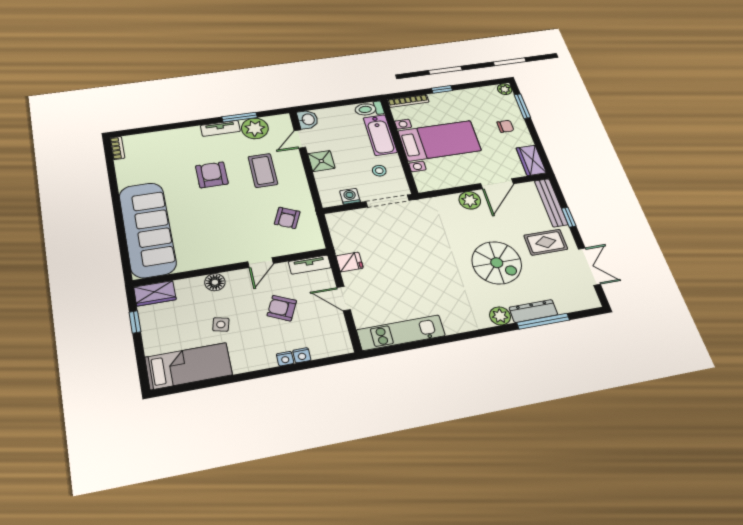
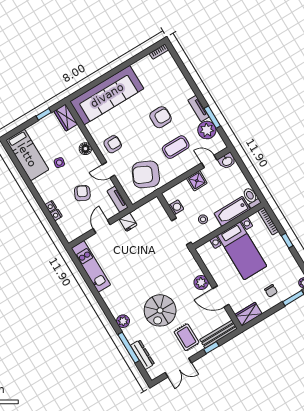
armchair: (287, 218) -> (146, 174), width x1.88, depth x1.88
armchair: (224, 245) -> (113, 144), added
dresser: (533, 311) -> (142, 355), moved

